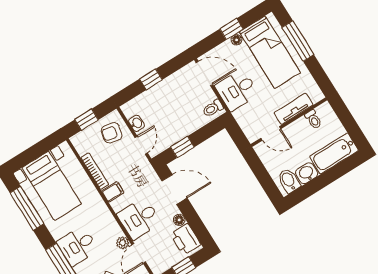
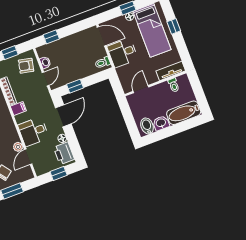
window: (298, 41) -> (174, 26), width x0.46
window: (151, 79) -> (51, 37), moved
tv unit: (294, 109) -> (171, 71), moved
door: (271, 133) -> (141, 89), swing flipped
door: (175, 190) -> (63, 116), hinge flipped

